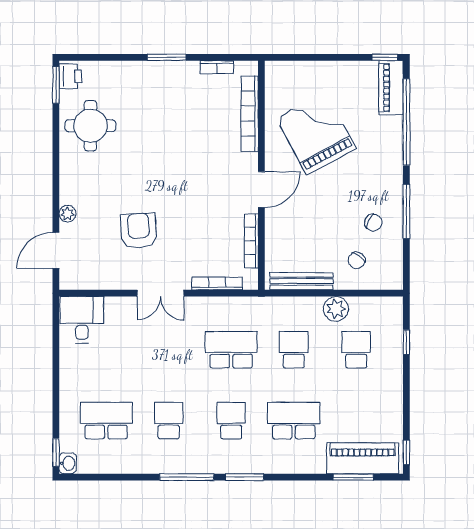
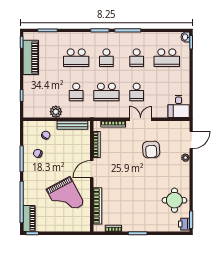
school desk: (356, 350) -> (137, 92), moved
piano: (363, 458) -> (31, 57), moved, turned -90

